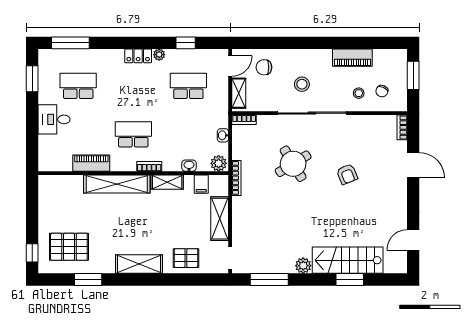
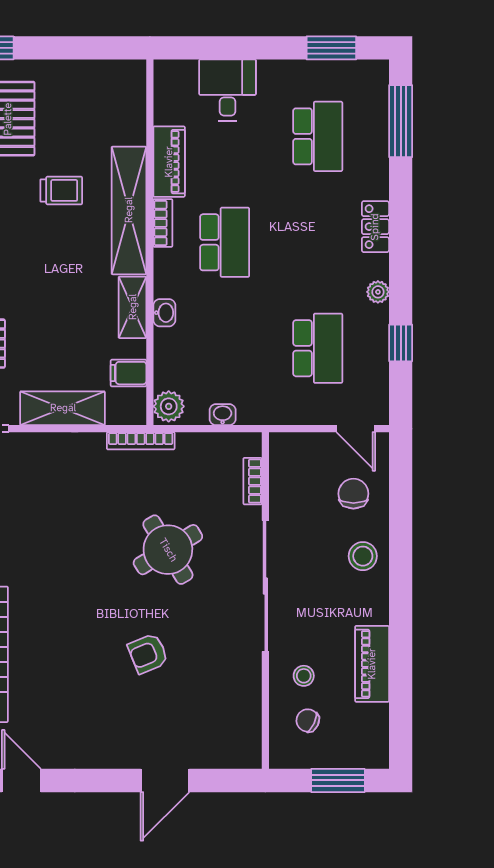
locker: (138, 56) -> (375, 227), moved
stool: (302, 84) -> (363, 556), moved
shelving: (239, 93) -> (304, 445), removed
desk: (54, 119) -> (227, 90), moved
bookcase: (244, 120) -> (253, 481), moved
bookcase: (402, 127) -> (238, 759), removed
bookcase: (149, 166) -> (163, 223), moved
washbasin: (189, 166) -> (164, 313), moved
trolley: (106, 219) -> (61, 190), added

